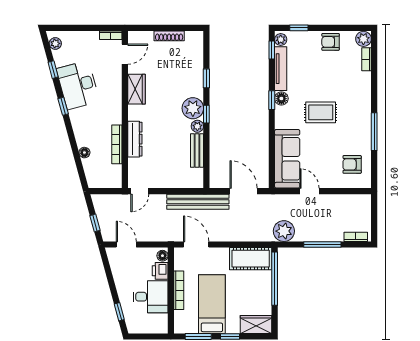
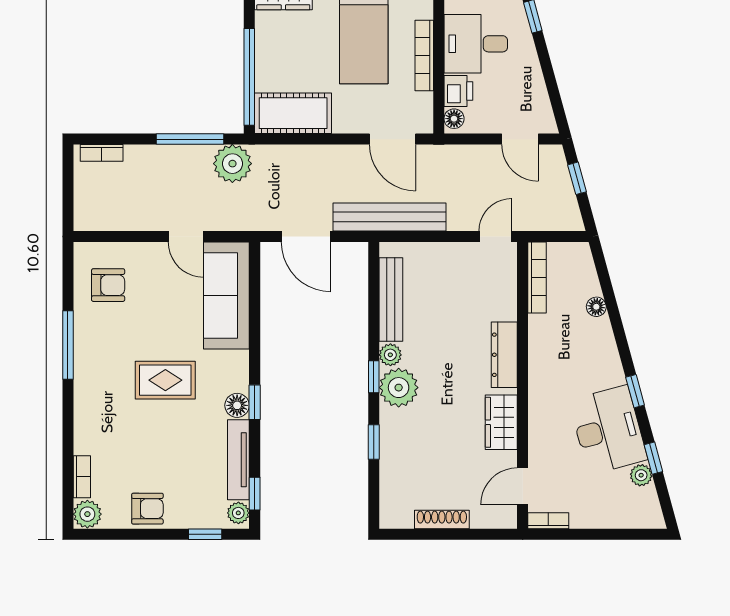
plant: (55, 43) -> (641, 475), moved
dresser: (135, 139) -> (504, 355), moved
bookcase: (117, 144) -> (537, 277), moved
bench: (197, 150) -> (391, 300), width x1.36
window: (322, 244) -> (190, 139), moved

